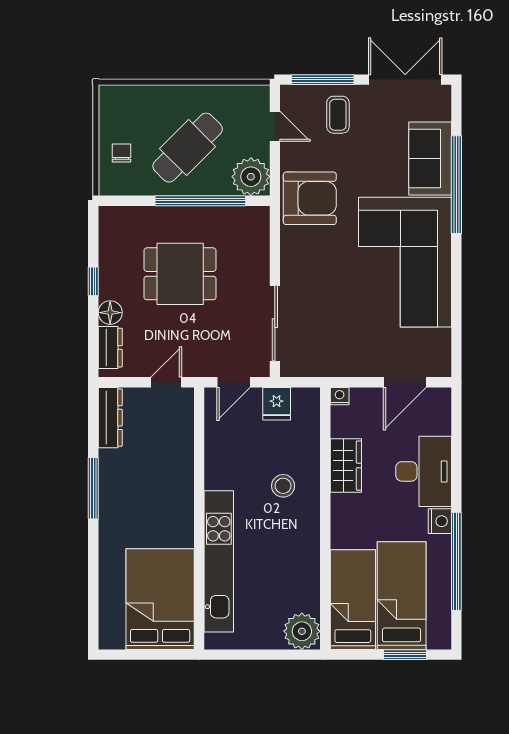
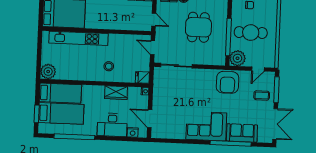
cafe table: (188, 148) -> (251, 33), turned -45
corner sofa: (405, 262) -> (206, 126), width x0.73, depth x0.74
fridge: (277, 404) -> (142, 77), moved
nightstand: (440, 521) -> (133, 132), moved

